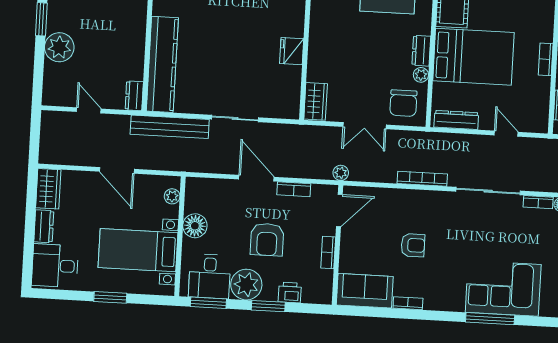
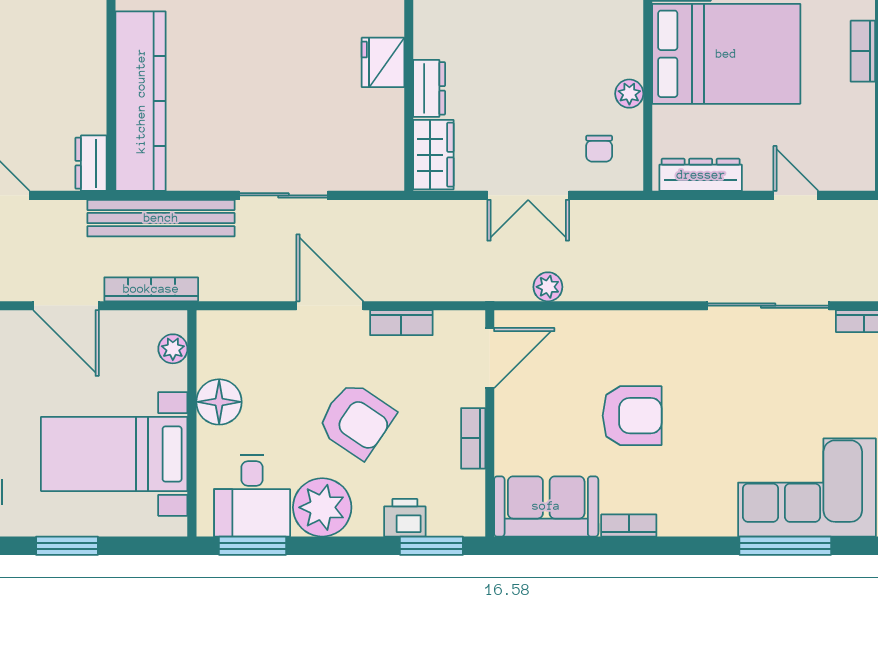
dresser: (421, 51) -> (429, 88), moved, turned 180
chair: (403, 103) -> (599, 149), width x0.54, depth x0.54
plant: (341, 173) -> (548, 287), moved
bookcase: (422, 179) -> (151, 289), moved
armchair: (267, 239) -> (356, 420), turned -56
armchair: (413, 245) -> (632, 416), width x1.38, depth x1.38
window: (268, 306) -> (431, 546), moved

